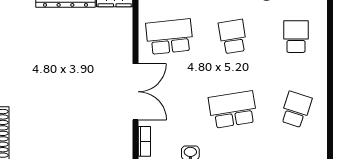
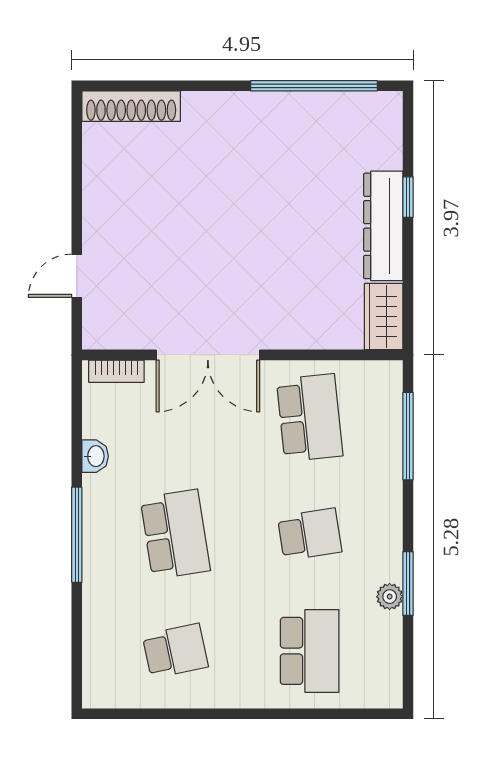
school desk: (296, 37) -> (310, 651), width x1.85
school desk: (296, 109) -> (175, 651), turned -30

